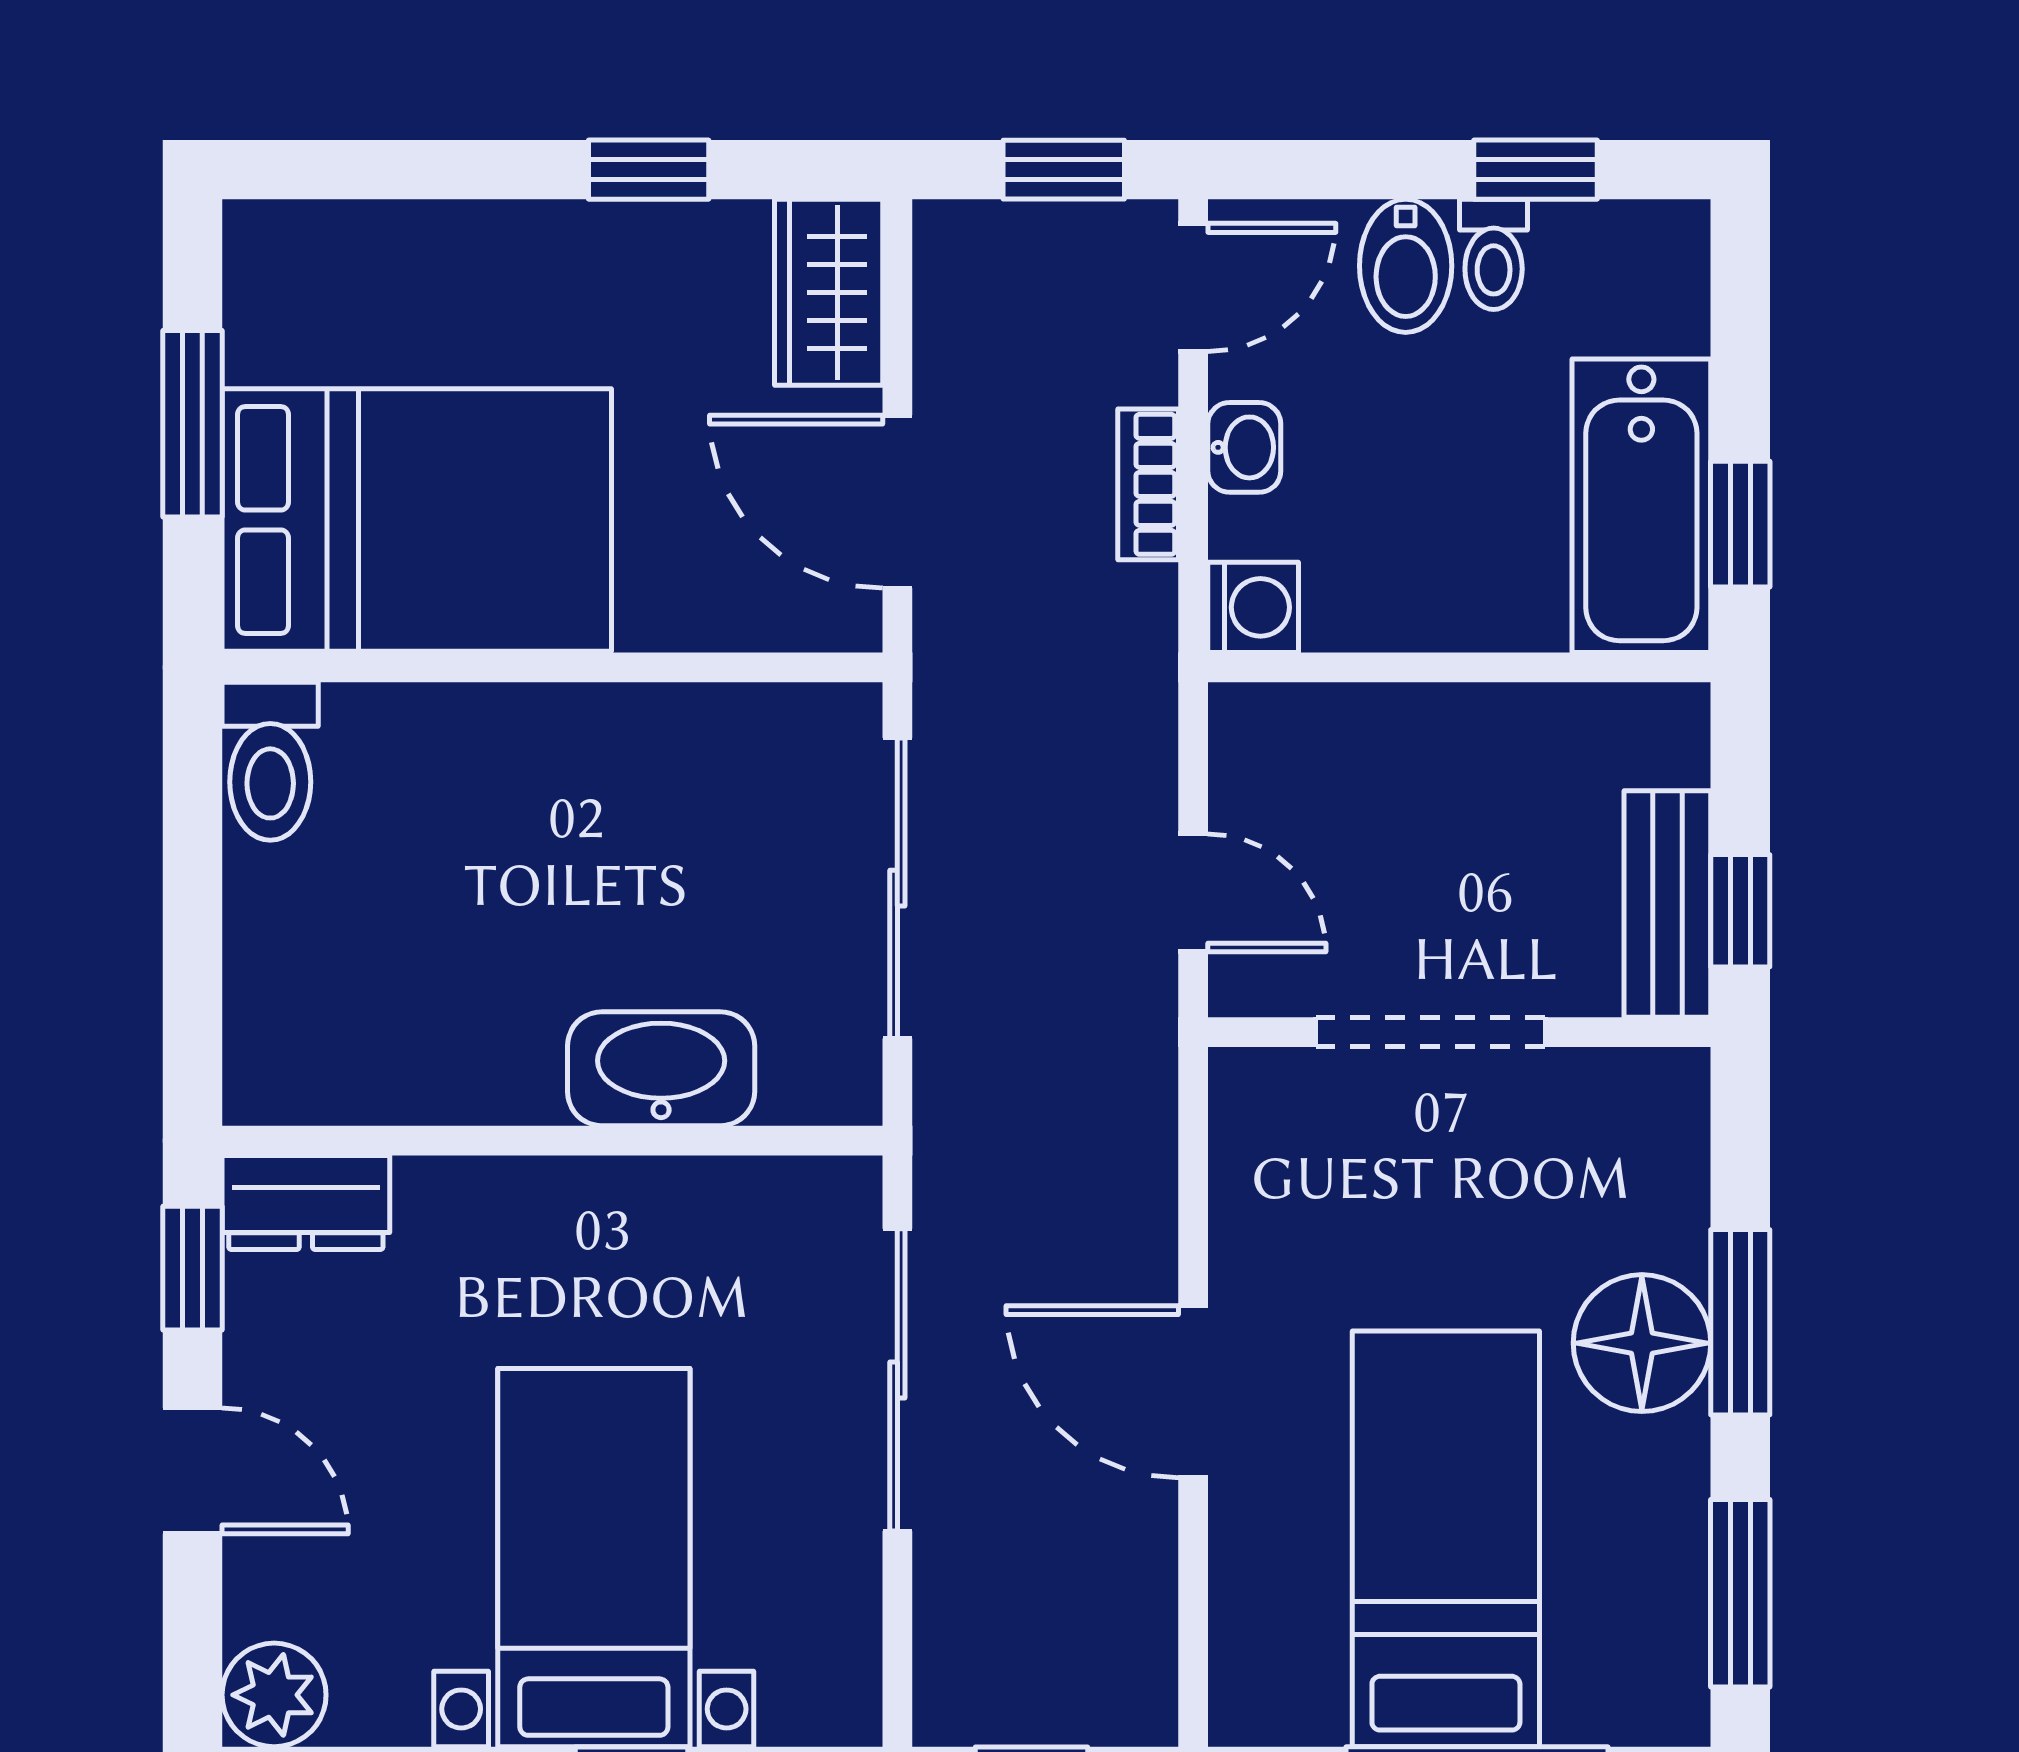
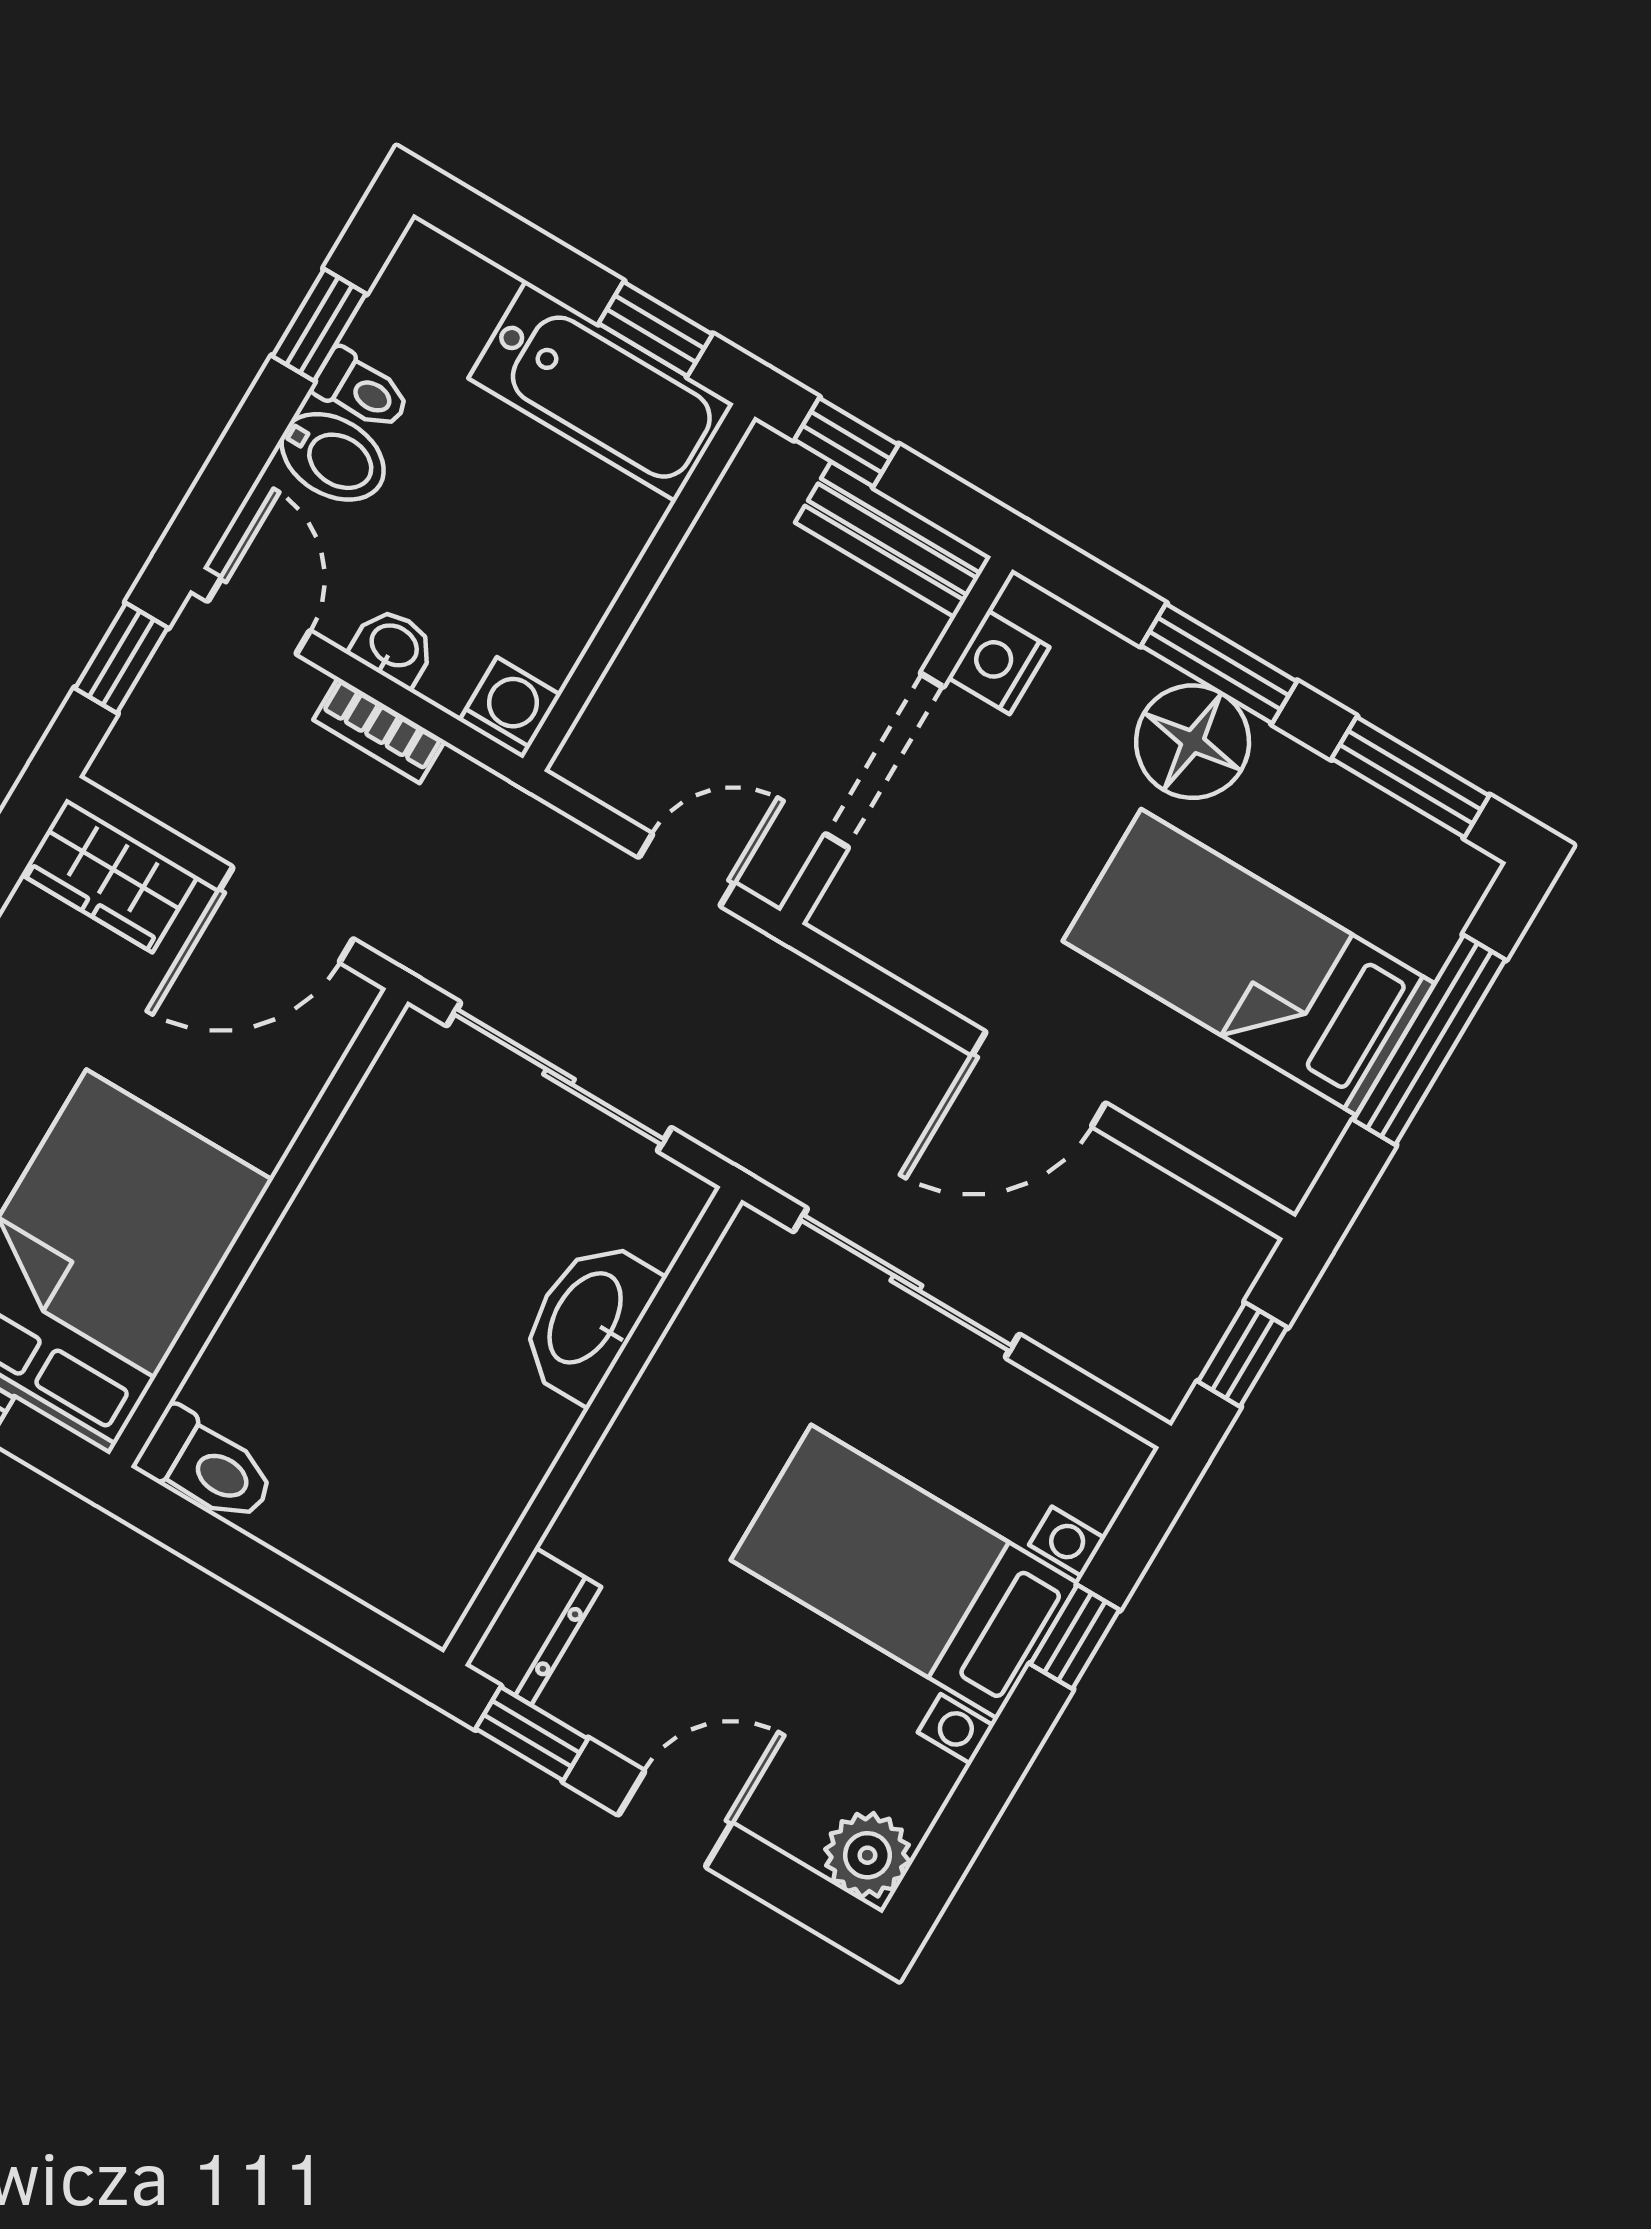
window: (1740, 911) -> (846, 442), moved
nightstand: (1604, 1091) -> (999, 662), added

